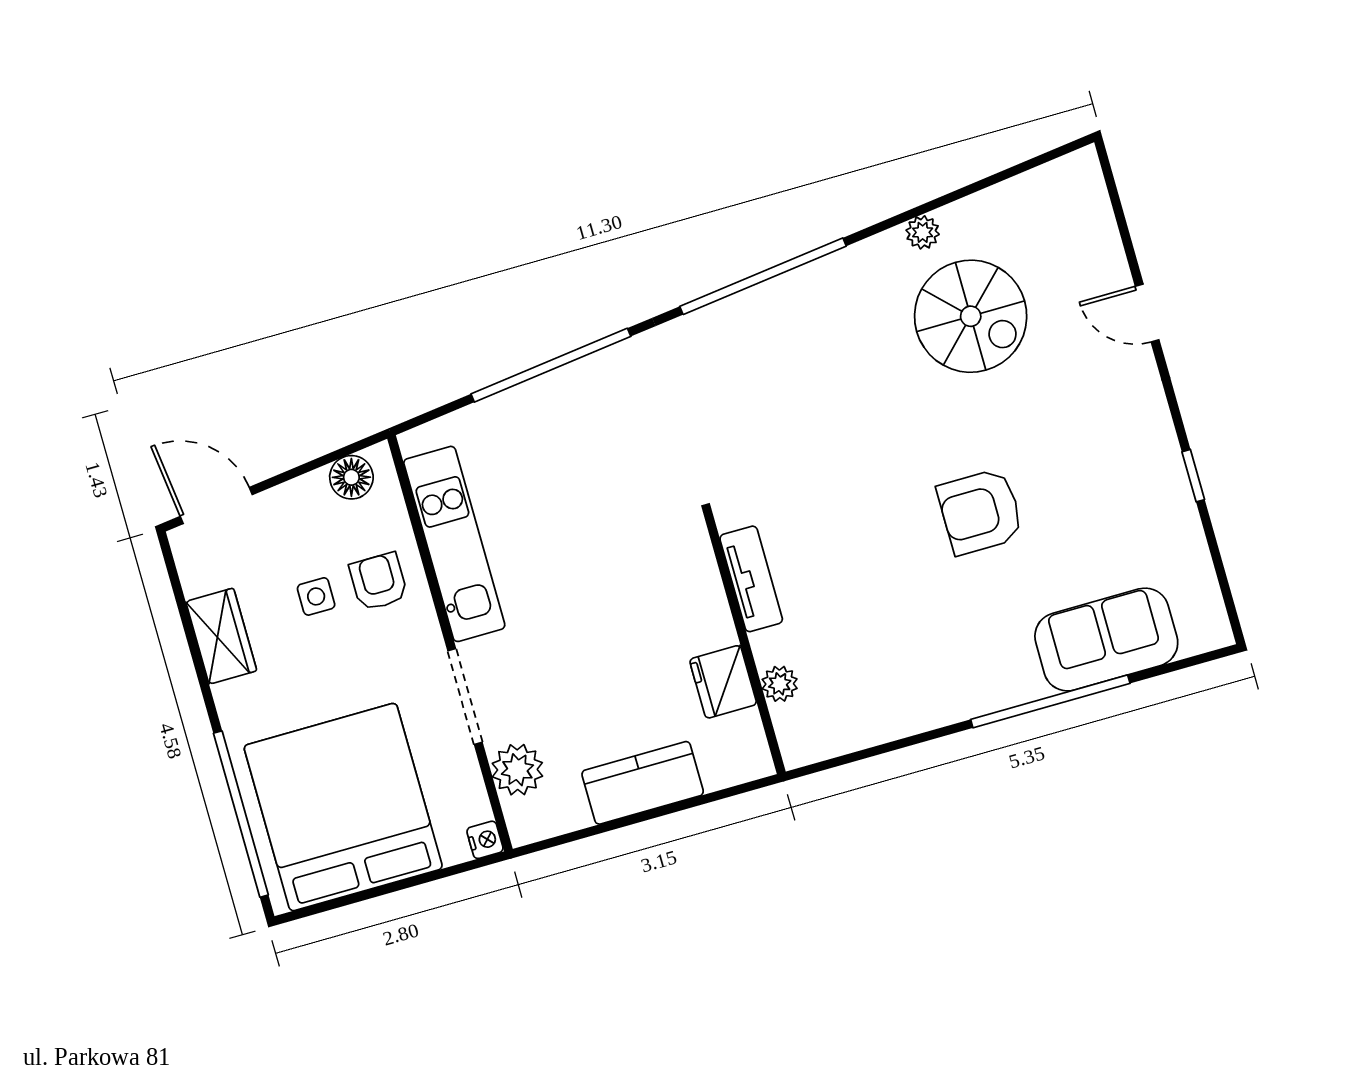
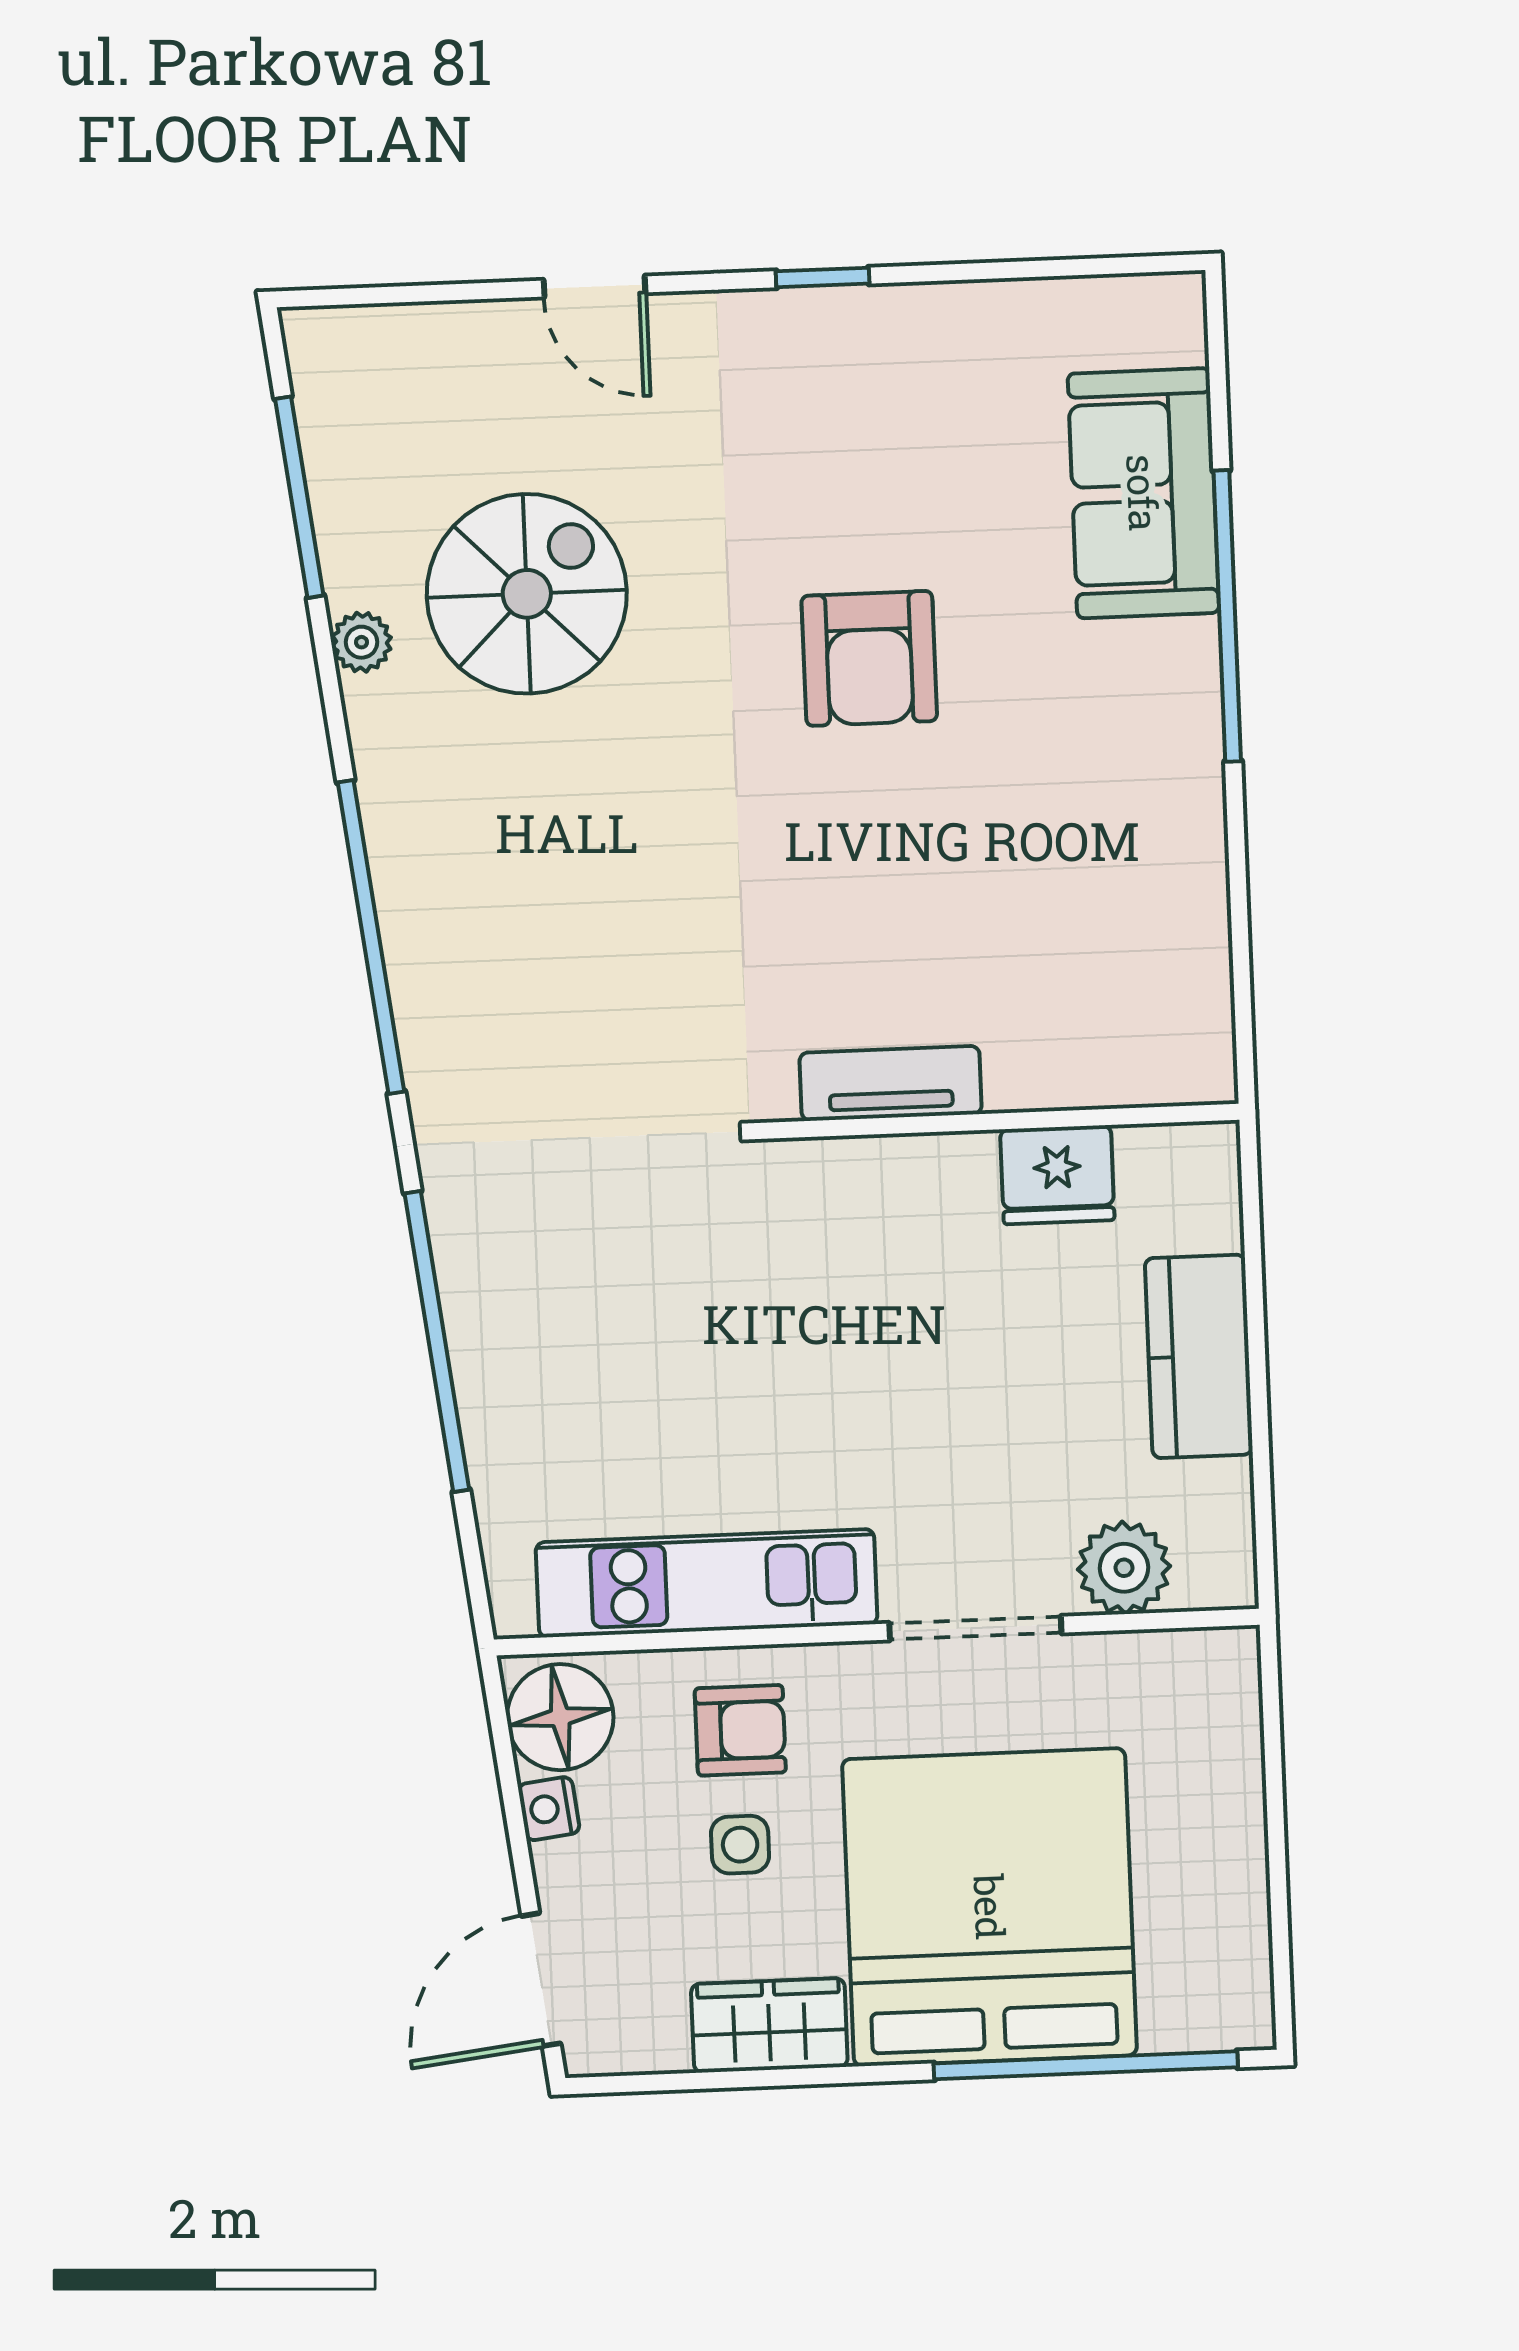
window: (994, 179) -> (299, 497), added
door: (1147, 313) -> (595, 287), hinge flipped
window: (1193, 476) -> (823, 277), moved
floor lamp: (351, 477) -> (560, 1717), width x1.38, depth x1.38
armchair: (378, 582) -> (740, 1730), turned 180
plant: (780, 684) -> (1084, 1078), removed
bed: (343, 807) -> (990, 1907), moved, turned 90
nightstand: (485, 840) -> (549, 1809), moved, turned -97

